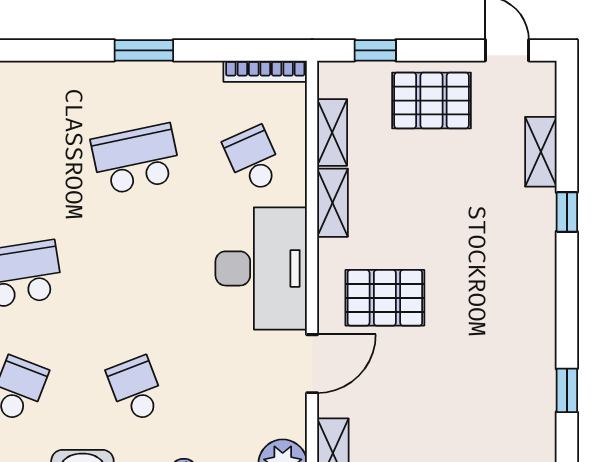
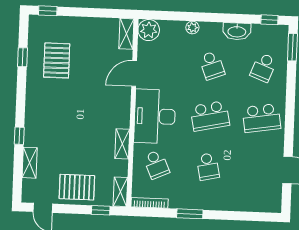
window: (144, 50) -> (190, 214), moved
shelving: (332, 132) -> (120, 192), moved
school desk: (136, 159) -> (208, 166), width x0.54
school desk: (136, 274) -> (210, 116), added
pallet: (385, 298) -> (57, 60), moved, turned 90

